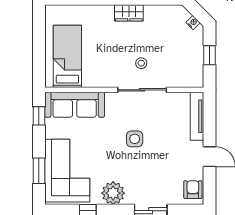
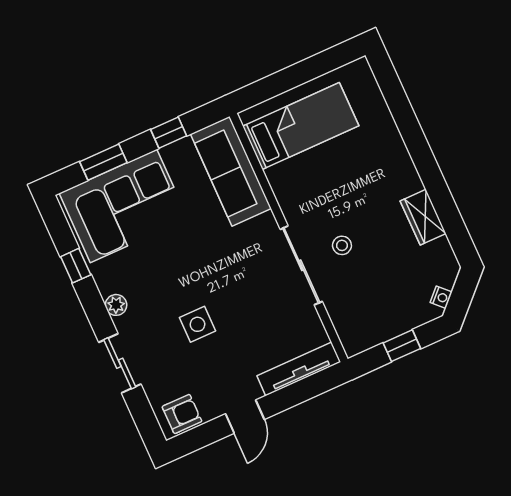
wardrobe: (129, 13) -> (423, 217), moved
window: (39, 116) -> (169, 133), moved
side table: (135, 139) -> (197, 324), moved
plant: (113, 193) -> (116, 305), width x0.53, depth x0.53

